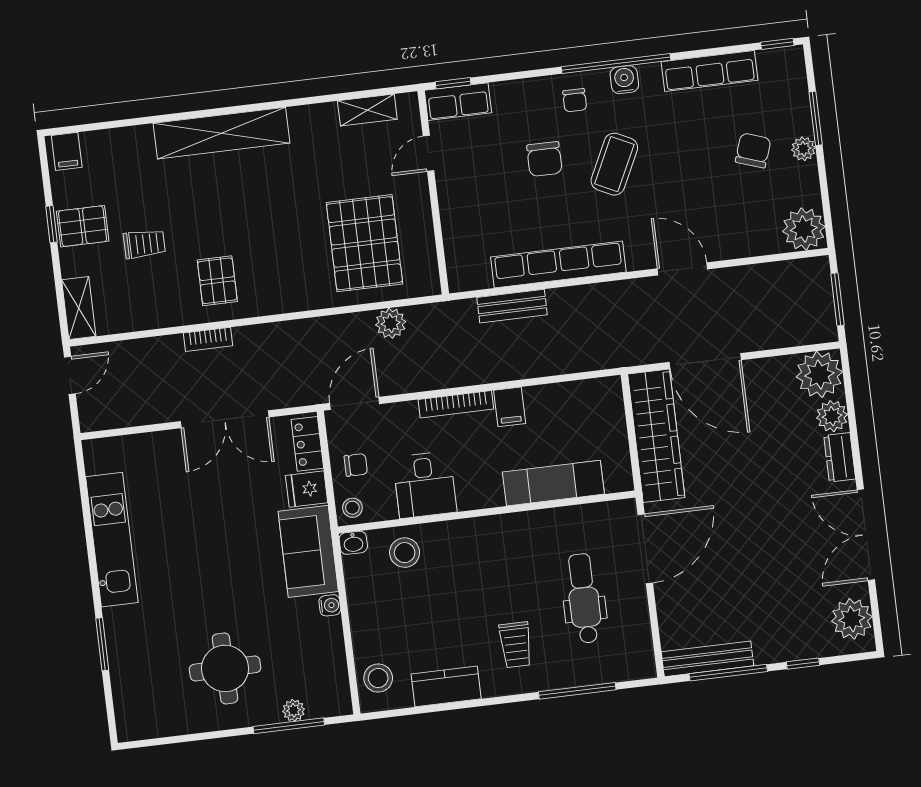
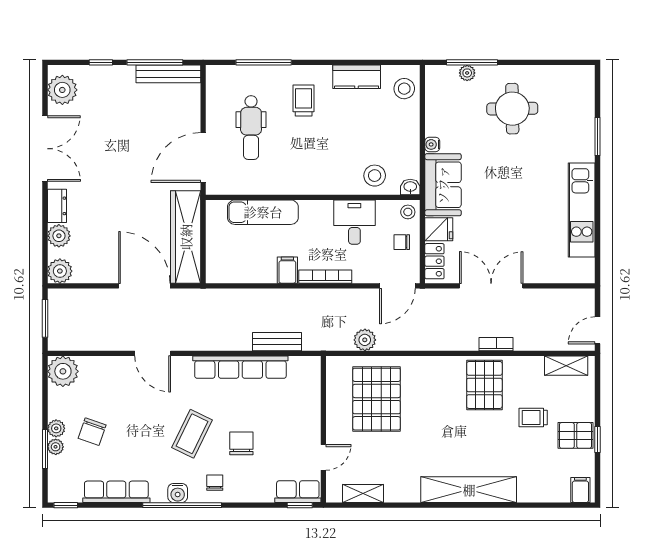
plant: (801, 123) -> (56, 447), added
pallet: (217, 281) -> (484, 385), width x1.50, depth x1.42
shelving: (79, 308) -> (566, 366), moved, turned 90
plant: (819, 374) -> (60, 271), width x0.73, depth x0.73

